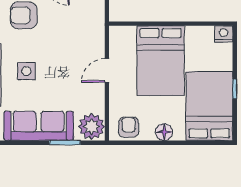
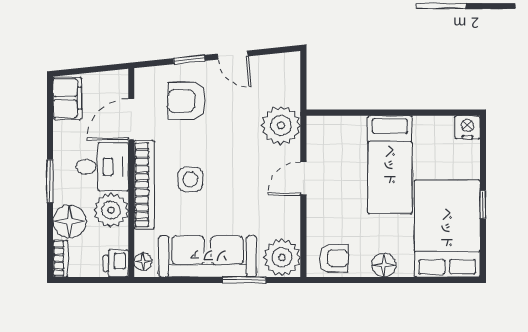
plant: (91, 33) -> (281, 125), added
bed: (161, 61) -> (390, 165), width x0.67
armchair: (129, 127) -> (334, 258), turned 90

